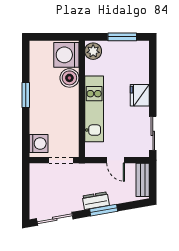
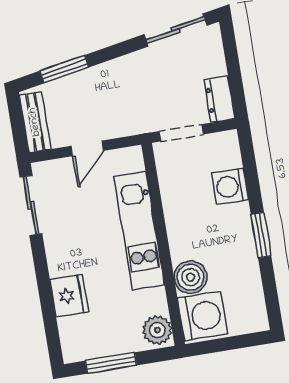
fridge: (140, 95) -> (69, 296), moved
washing machine: (39, 143) -> (230, 186), moved
door: (116, 160) -> (87, 148), swing flipped
dresser: (96, 201) -> (219, 99), moved, turned 100
window: (104, 210) -> (64, 69), moved

